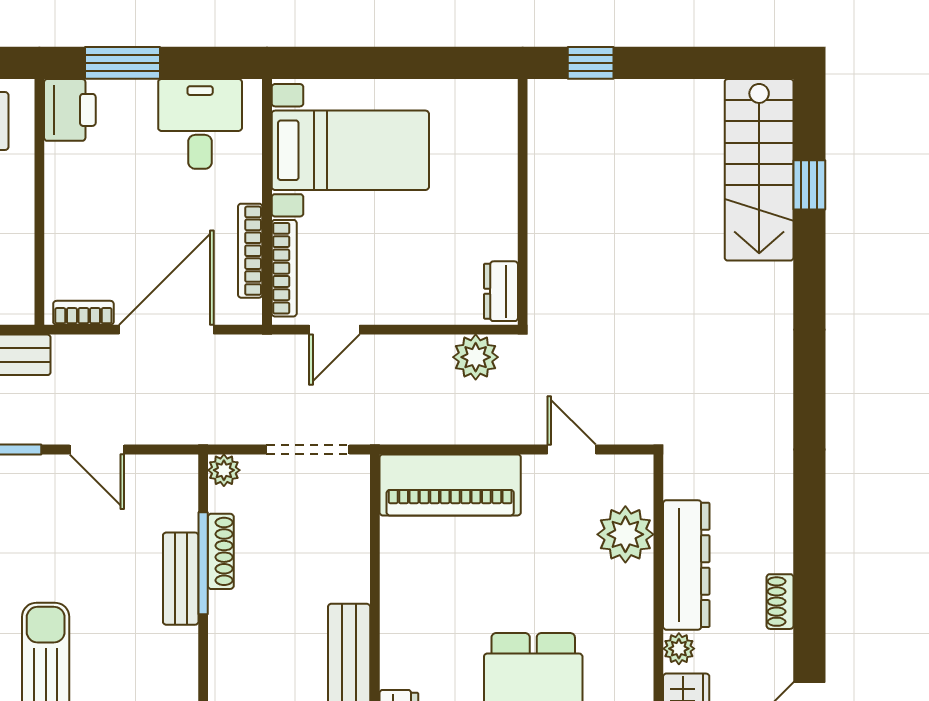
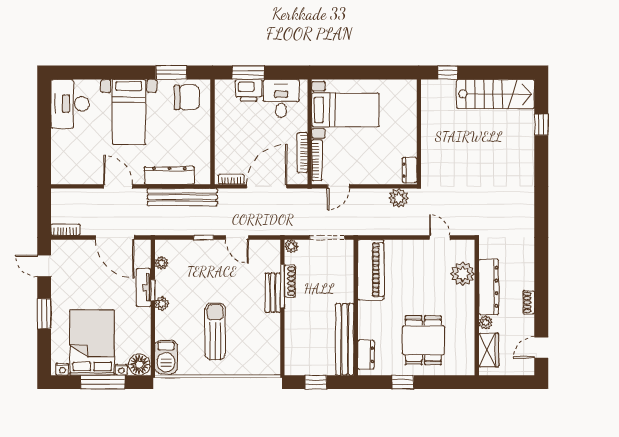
printer: (70, 110) -> (249, 90), moved, turned 90
stairs: (759, 170) -> (496, 94), moved, turned -90
piano: (450, 485) -> (371, 270), moved, turned -90

